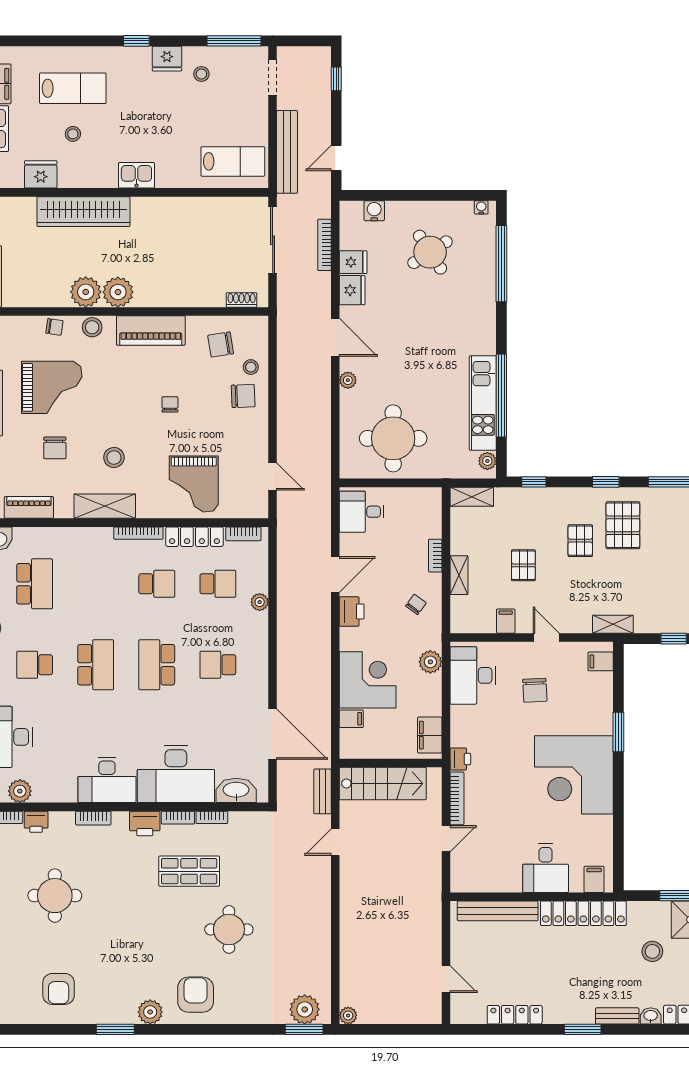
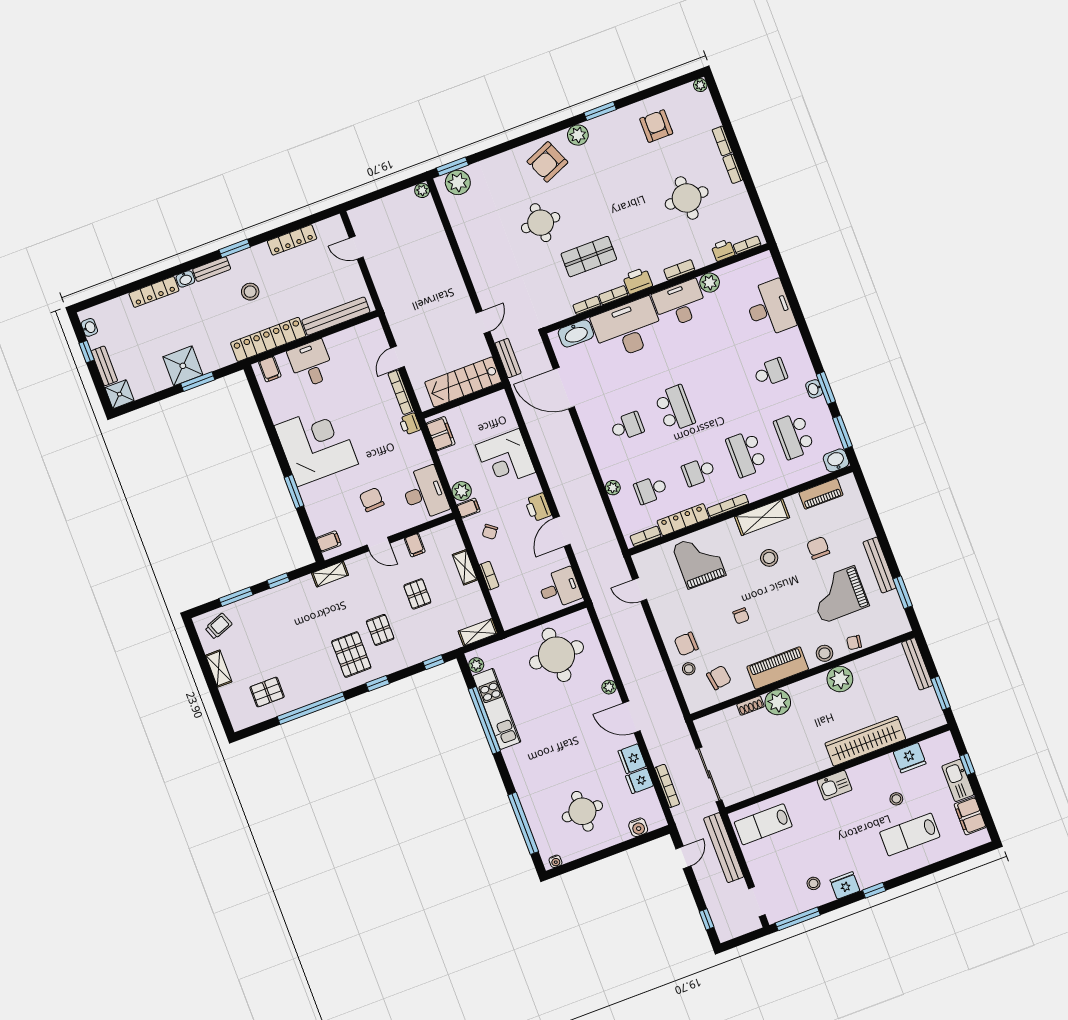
round table: (430, 252) -> (582, 811), turned 33
plant: (118, 292) -> (778, 702), moved
shoe rack: (242, 300) -> (750, 706), moved
school desk: (96, 665) -> (746, 454), moved
filing cabinet: (351, 719) -> (468, 508), moved, turned 180
plant: (20, 791) -> (710, 283), moved
stool: (652, 951) -> (250, 292), moved
armchair: (196, 995) -> (547, 162), turned 67

